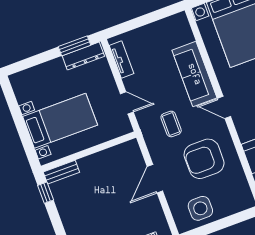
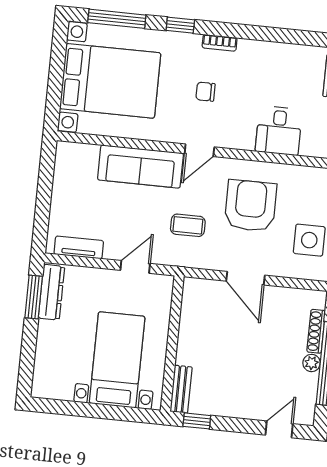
armchair: (204, 159) -> (251, 206), turned 180

